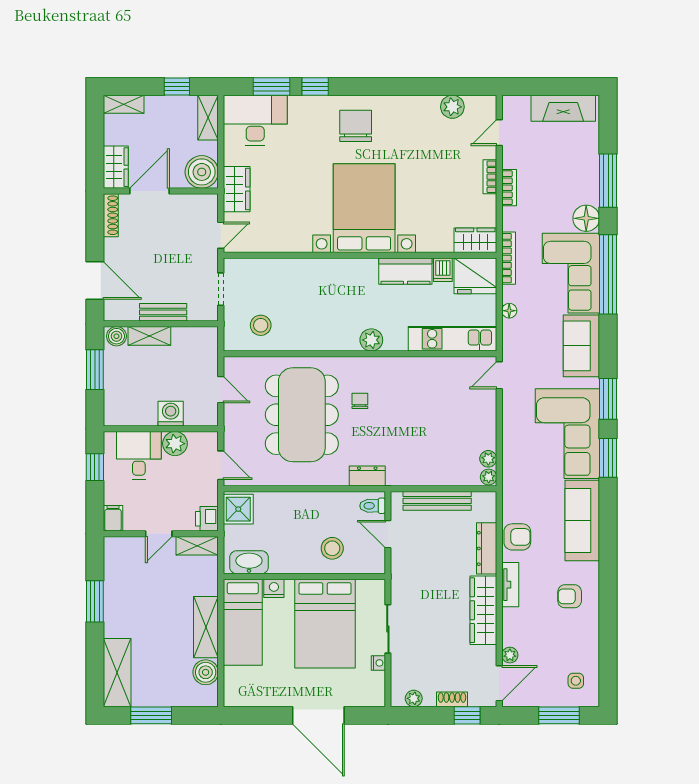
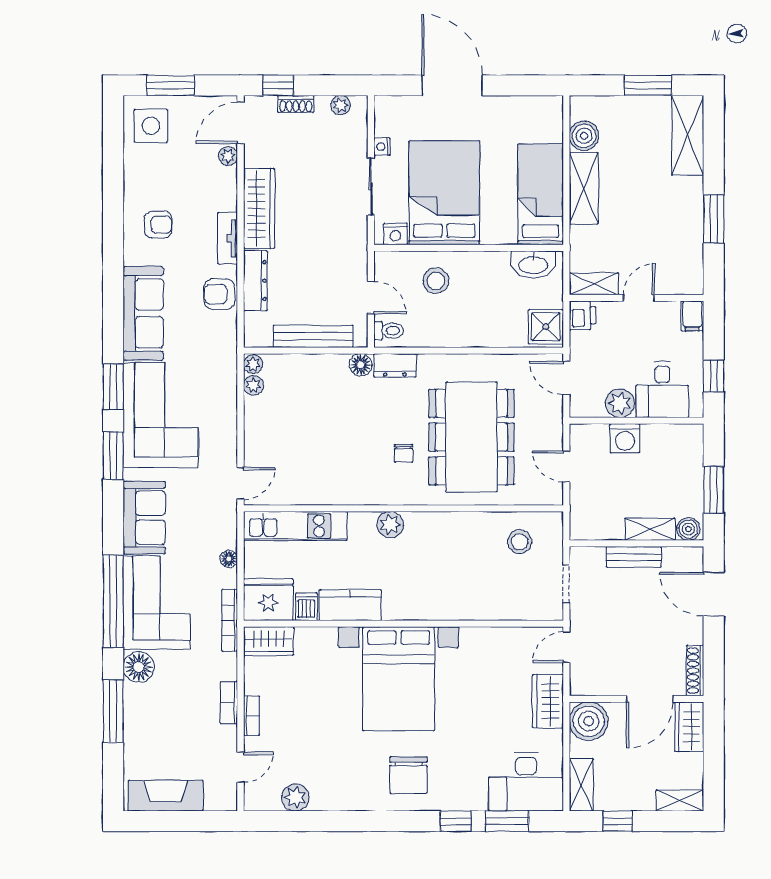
floor lamp: (397, 477) -> (361, 365), added
nightstand: (274, 588) -> (395, 234), moved
side table: (576, 681) -> (151, 126), width x1.87, depth x1.87

